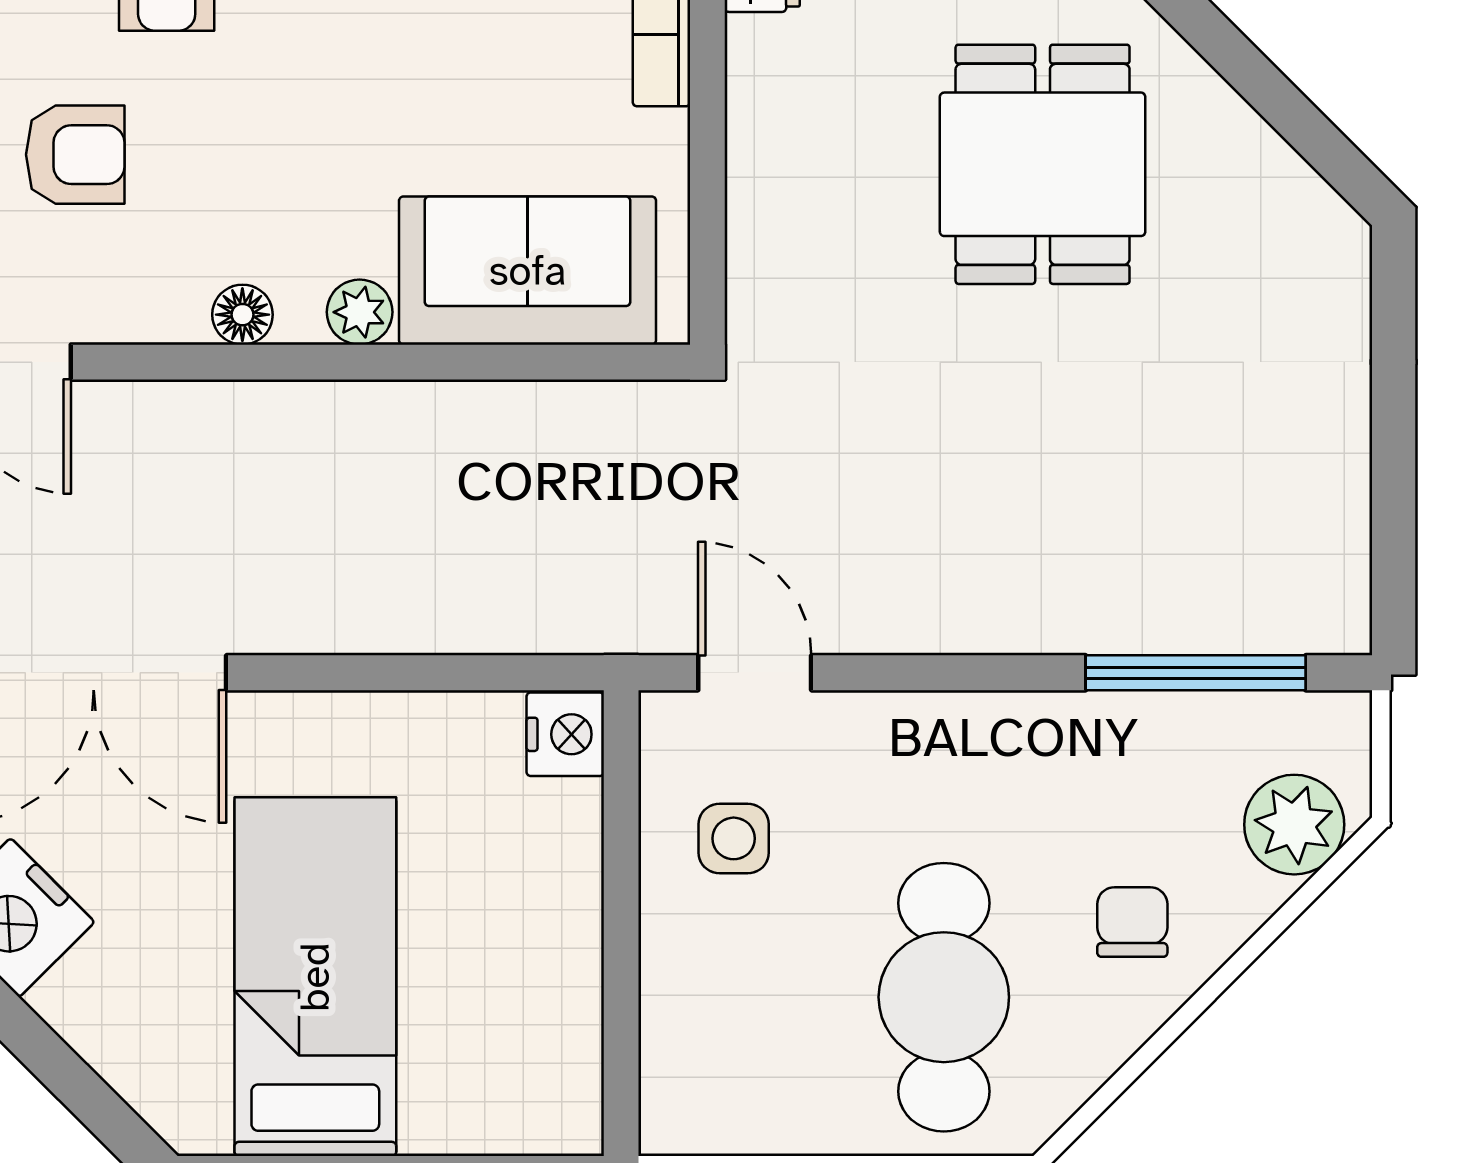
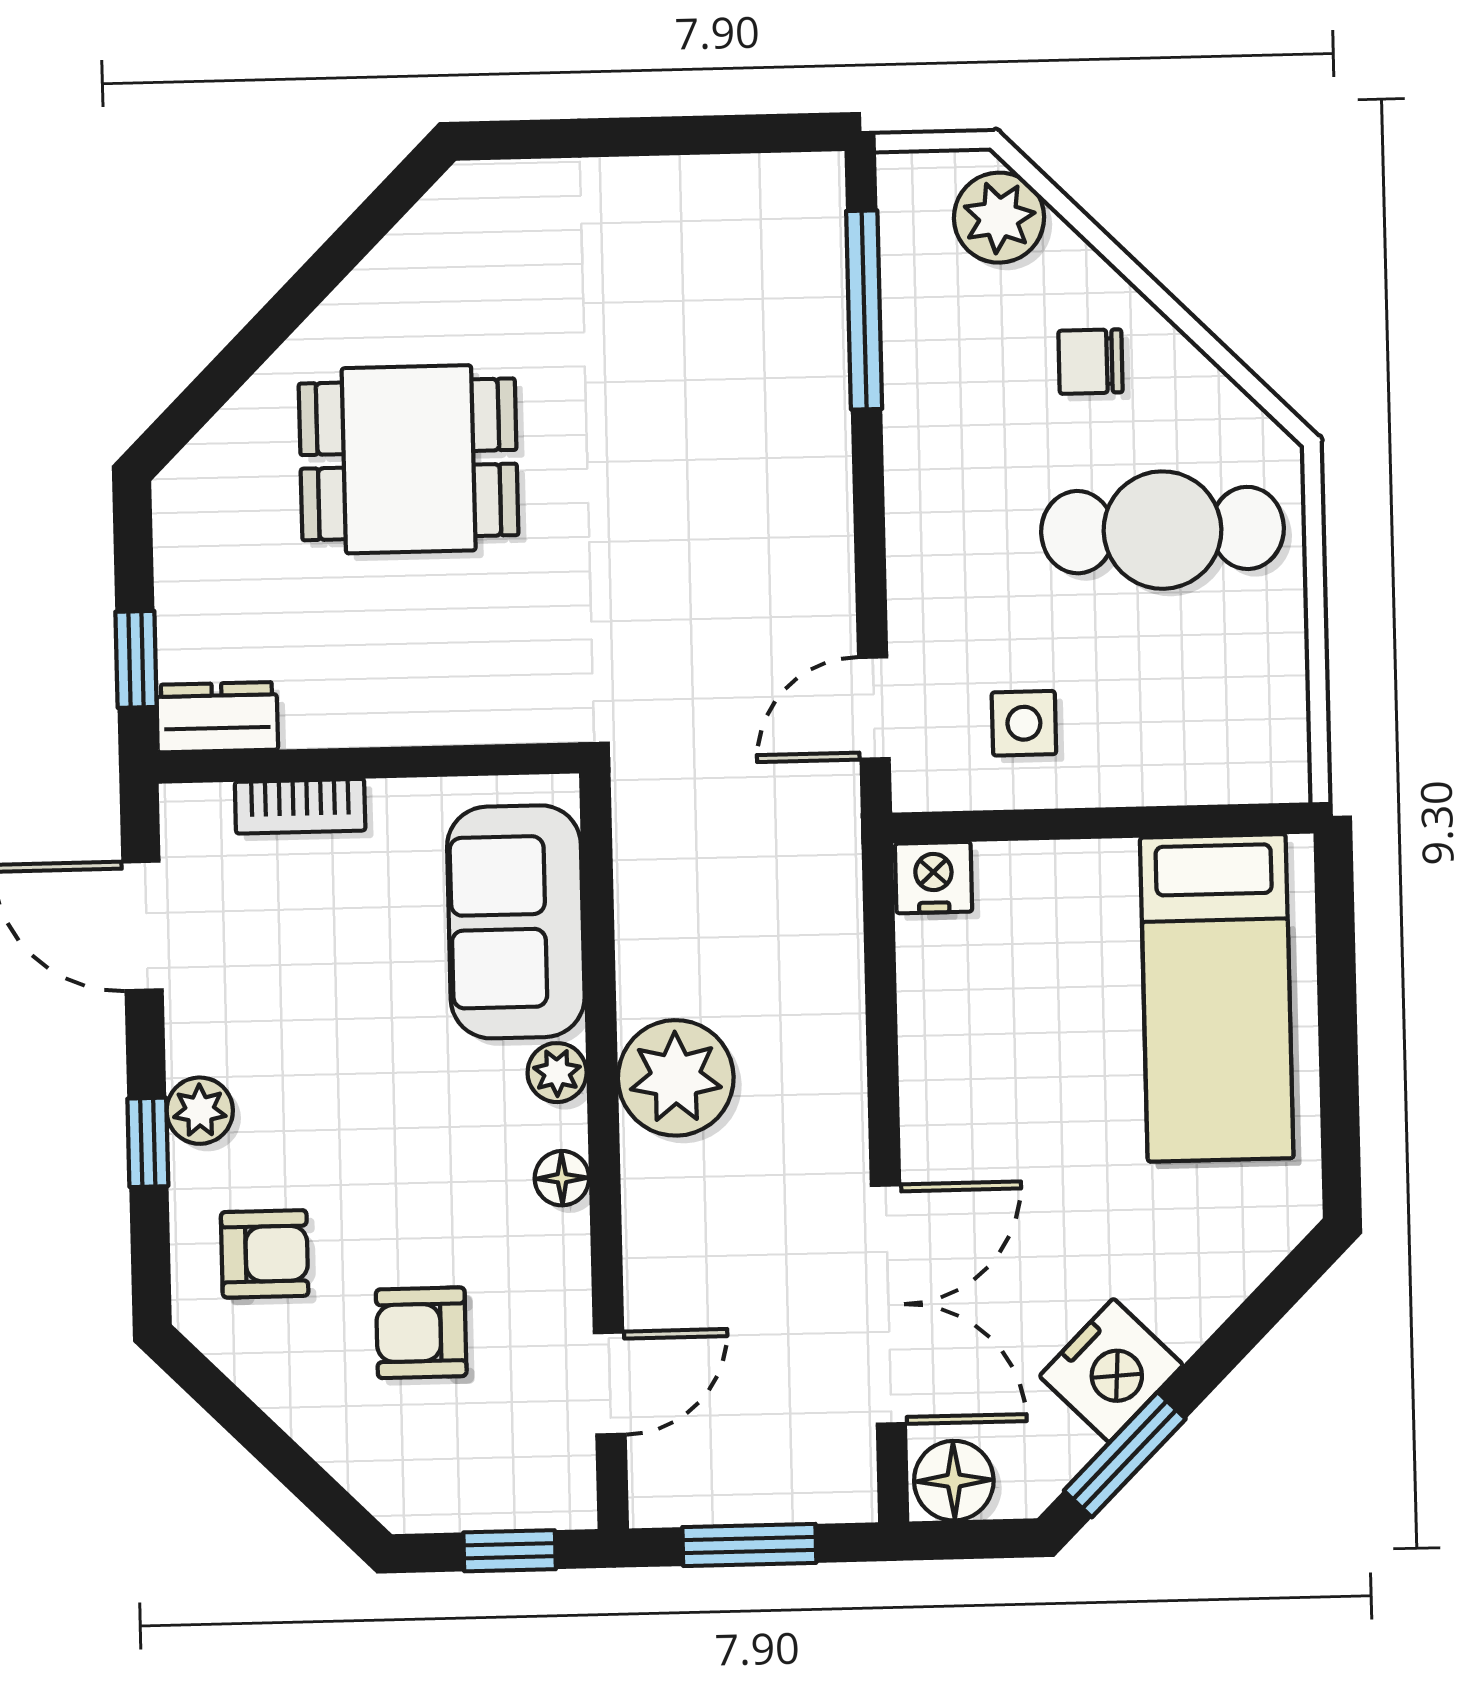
armchair: (75, 155) -> (421, 1333), turned -90
plant: (350, 443) -> (676, 1078), added
bed: (315, 977) -> (1217, 998), moved, turned -90

